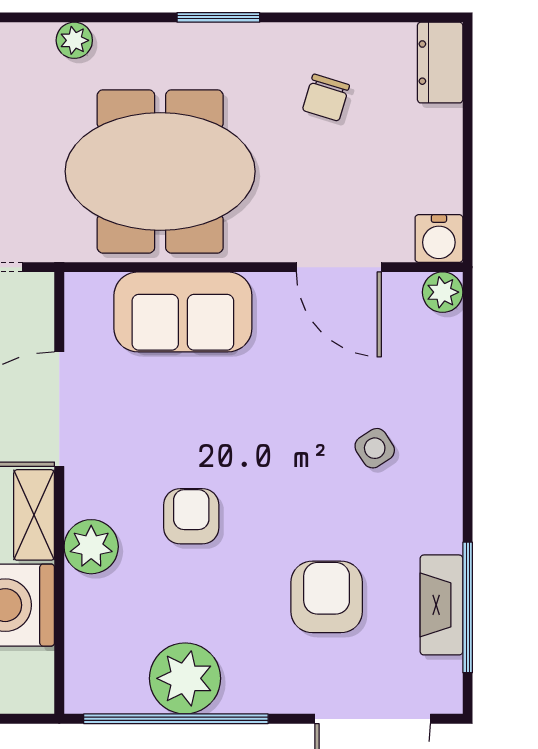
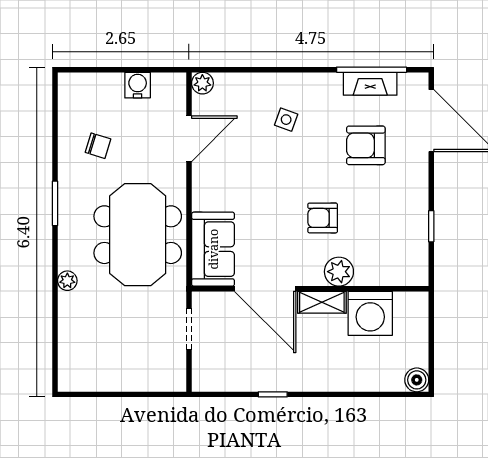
dresser: (440, 63) -> (79, 84), removed
water cooler: (439, 238) -> (138, 85), moved, turned -90
sofa: (183, 312) -> (213, 249), moved
side table: (375, 448) -> (286, 120), turned -37
plant: (185, 678) -> (410, 221), removed
window: (176, 719) -> (431, 226), width x0.32

